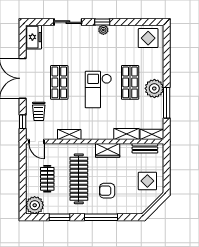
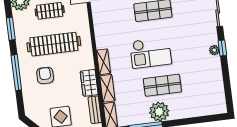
display table: (148, 38) -> (212, 98), removed
checkout: (98, 90) -> (151, 53), turned 180
shelving: (69, 135) -> (104, 62), moved
wardrobe: (108, 150) -> (89, 83), moved

